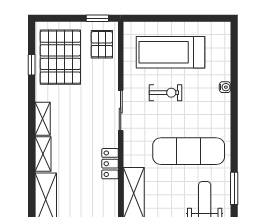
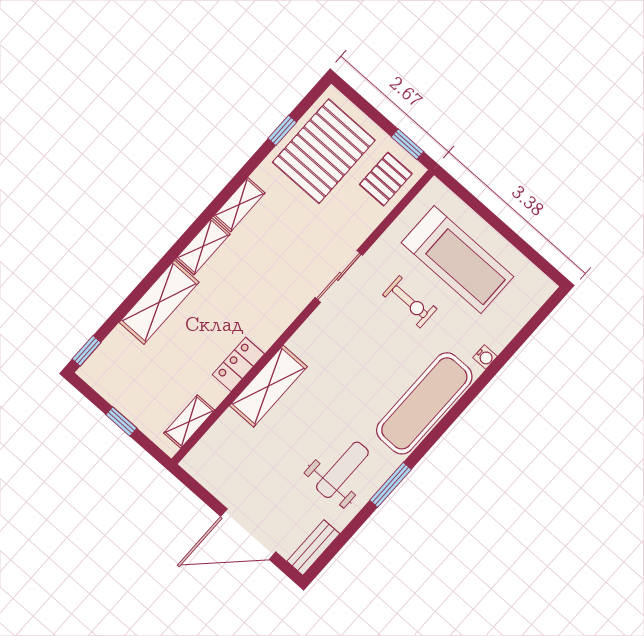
treadmill: (170, 52) -> (458, 260), turned 180
exercise mat: (189, 151) -> (424, 403), moved, turned 90
locker: (110, 164) -> (238, 364), moved

